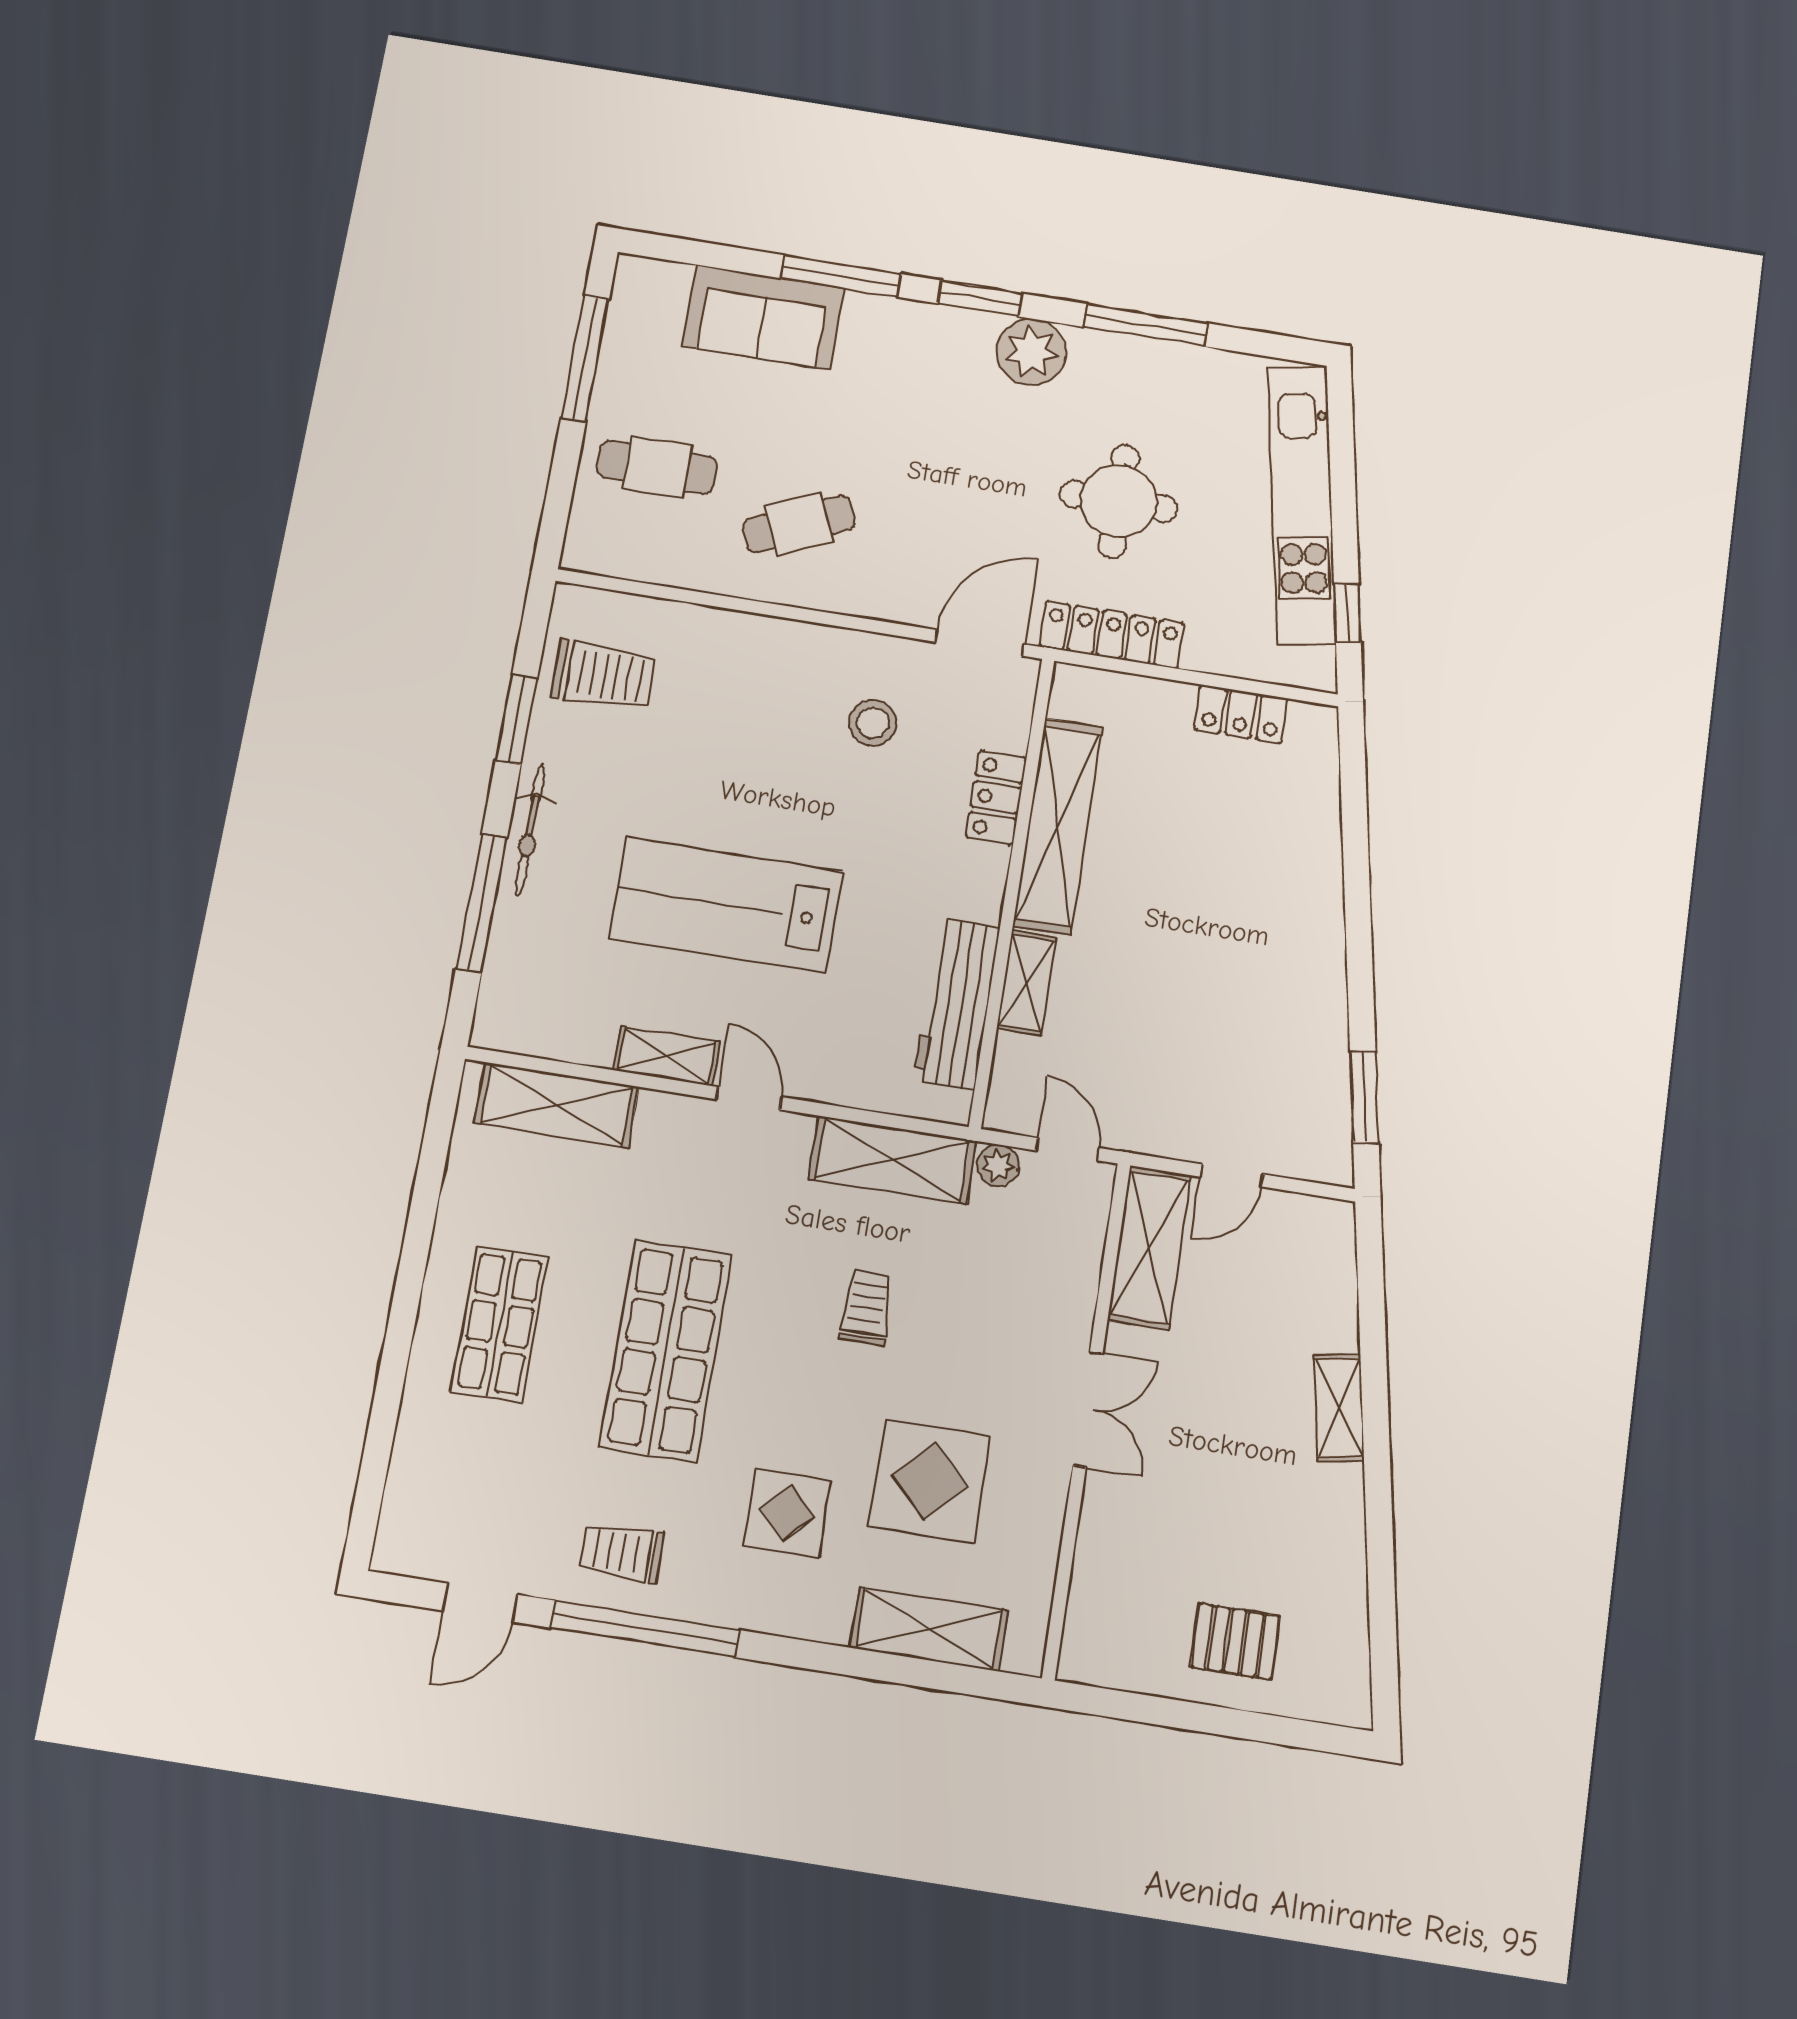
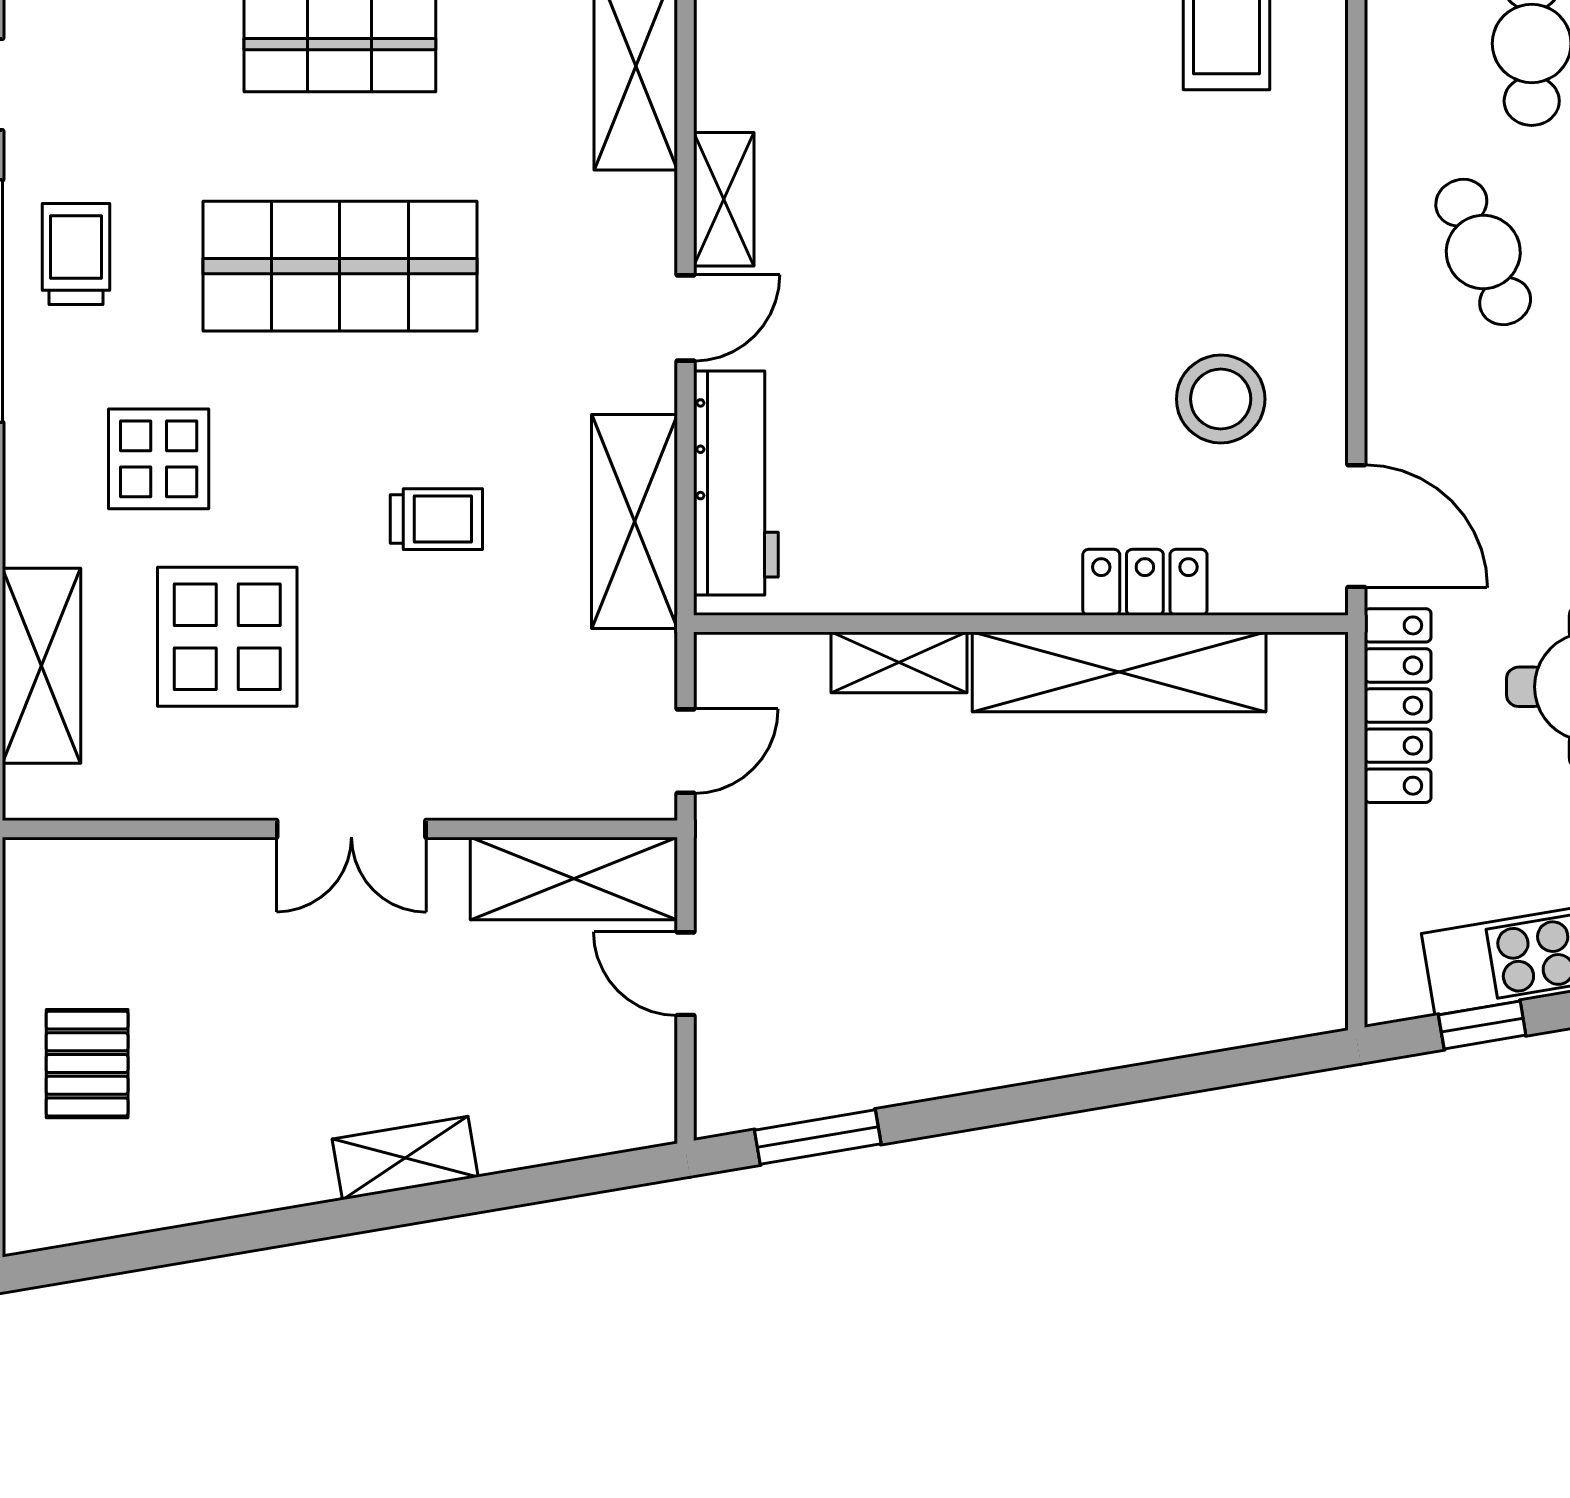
locker: (1241, 714) -> (1316, 898), removed
stool: (873, 723) -> (1221, 399), width x1.38, depth x1.38
lab bench: (726, 905) -> (939, 243), removed
workbench: (957, 1004) -> (736, 483), moved, turned 90
plant: (998, 1165) -> (650, 662), removed

